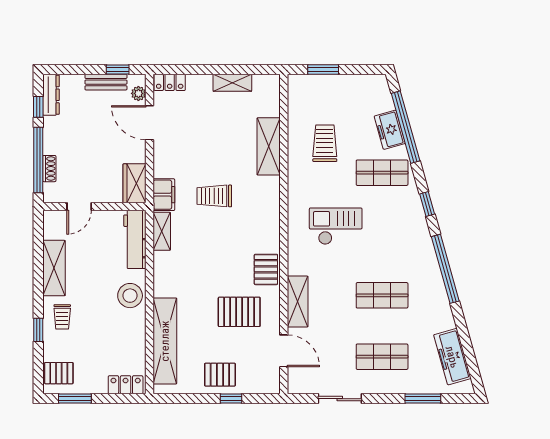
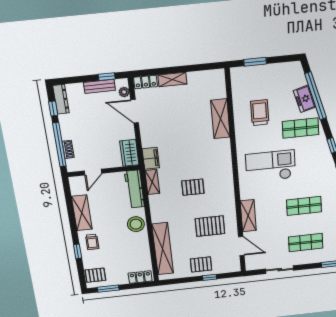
shelving: (232, 83) -> (172, 80), moved
trolley: (214, 196) -> (186, 155), removed
checkout: (336, 226) -> (271, 166), width x1.36, depth x1.21
pallet: (266, 269) -> (193, 187), moved, turned 90

